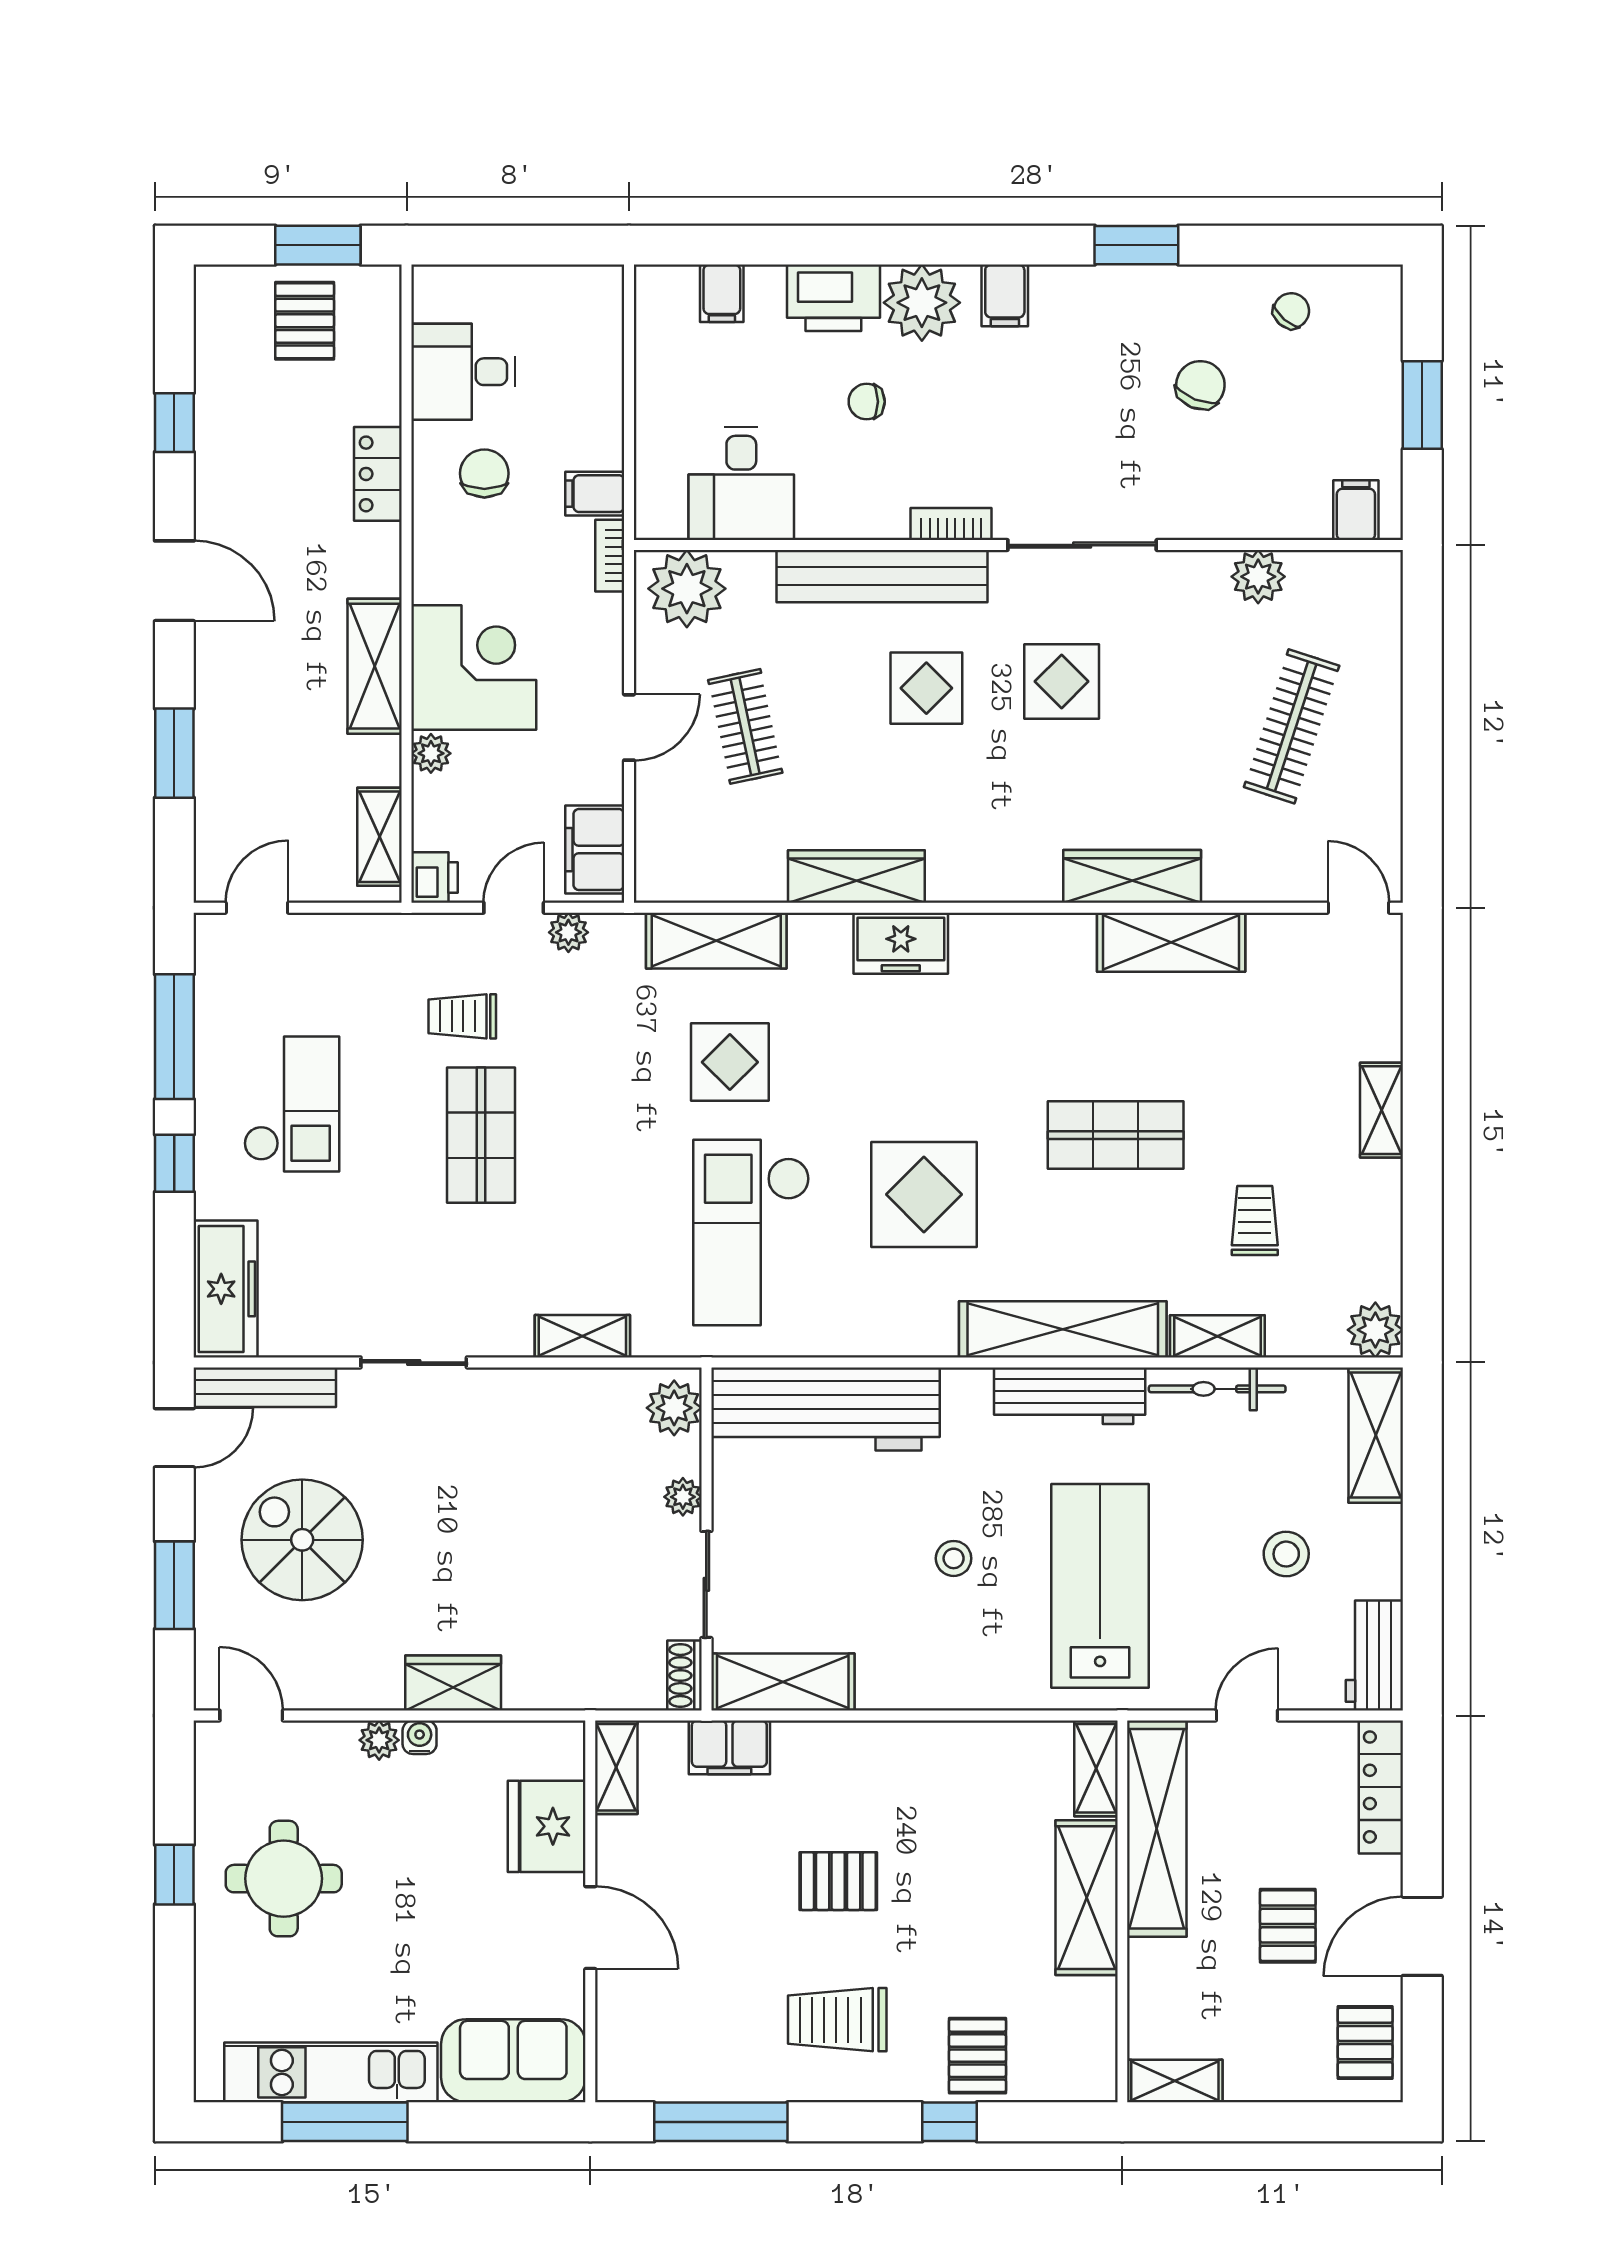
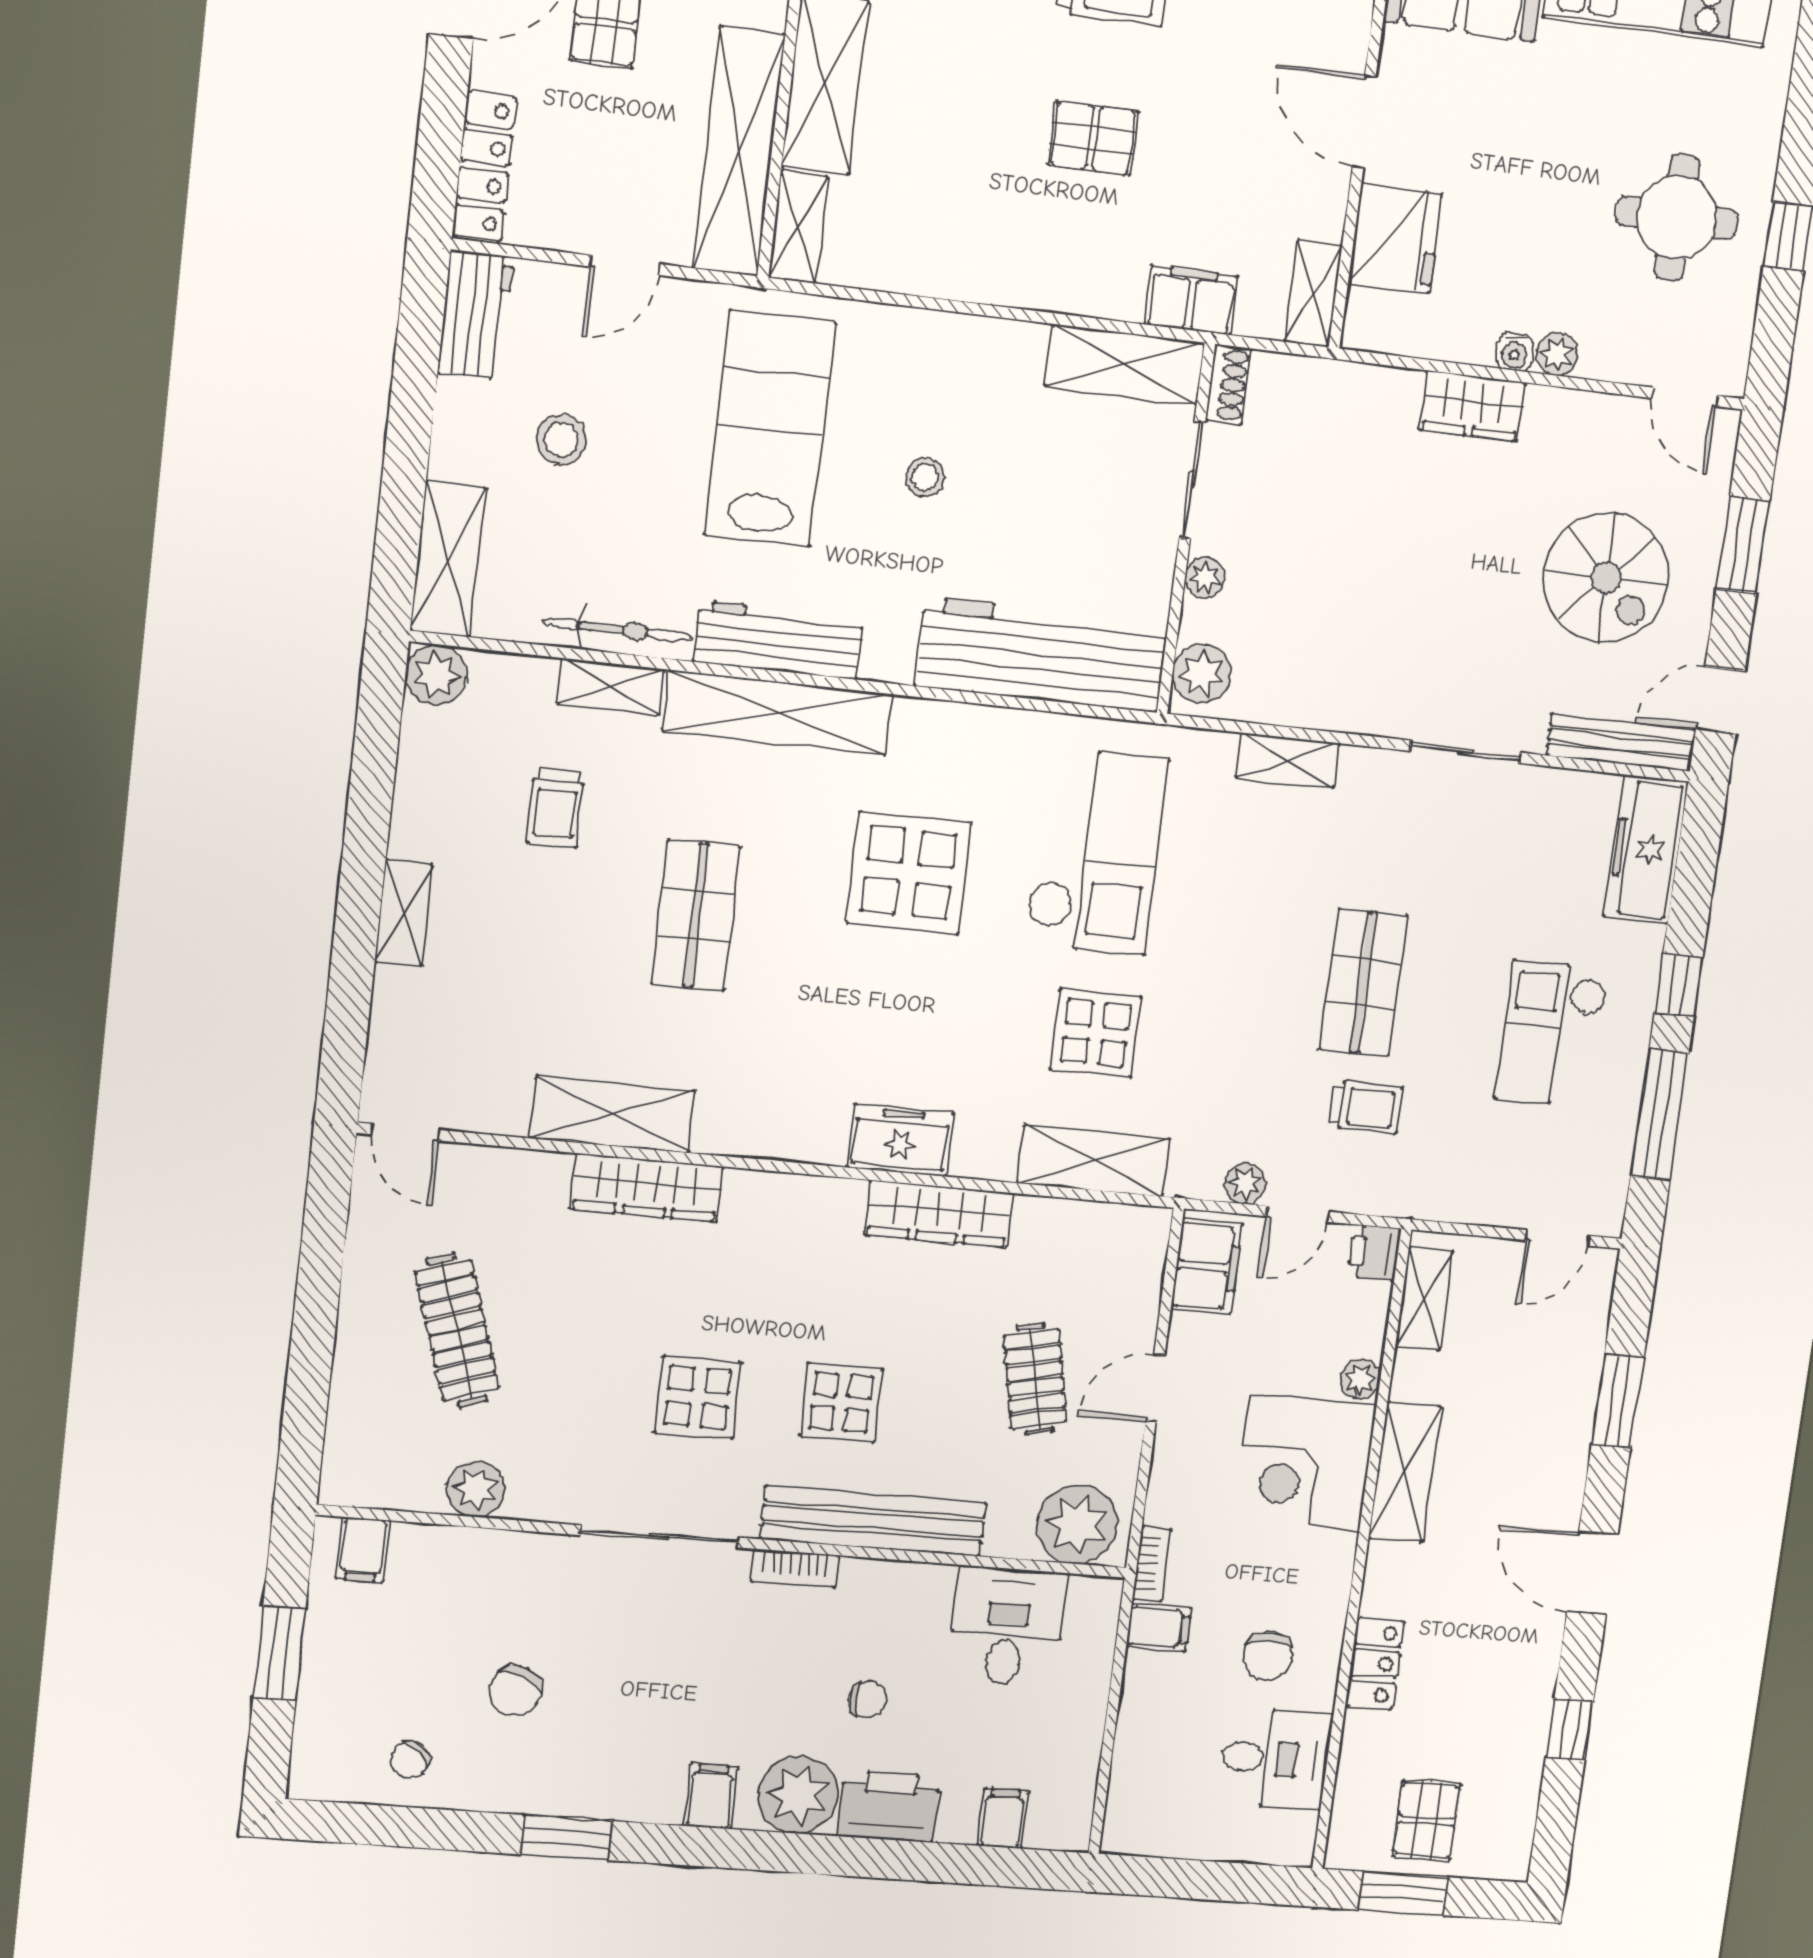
clothes rail: (1292, 726) -> (457, 1330), turned -36
shop shelf: (1116, 1135) -> (696, 915), turned 90
lab bench: (1100, 1586) -> (770, 429), turned 180

